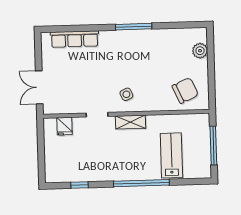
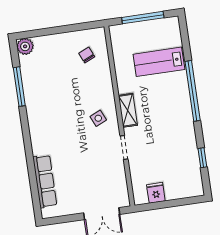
window: (134, 27) -> (19, 87), moved
plant: (200, 51) -> (25, 46), moved
chair: (185, 90) -> (87, 55), width x0.54, depth x0.54
fridge: (65, 126) -> (156, 193), moved, turned -90

